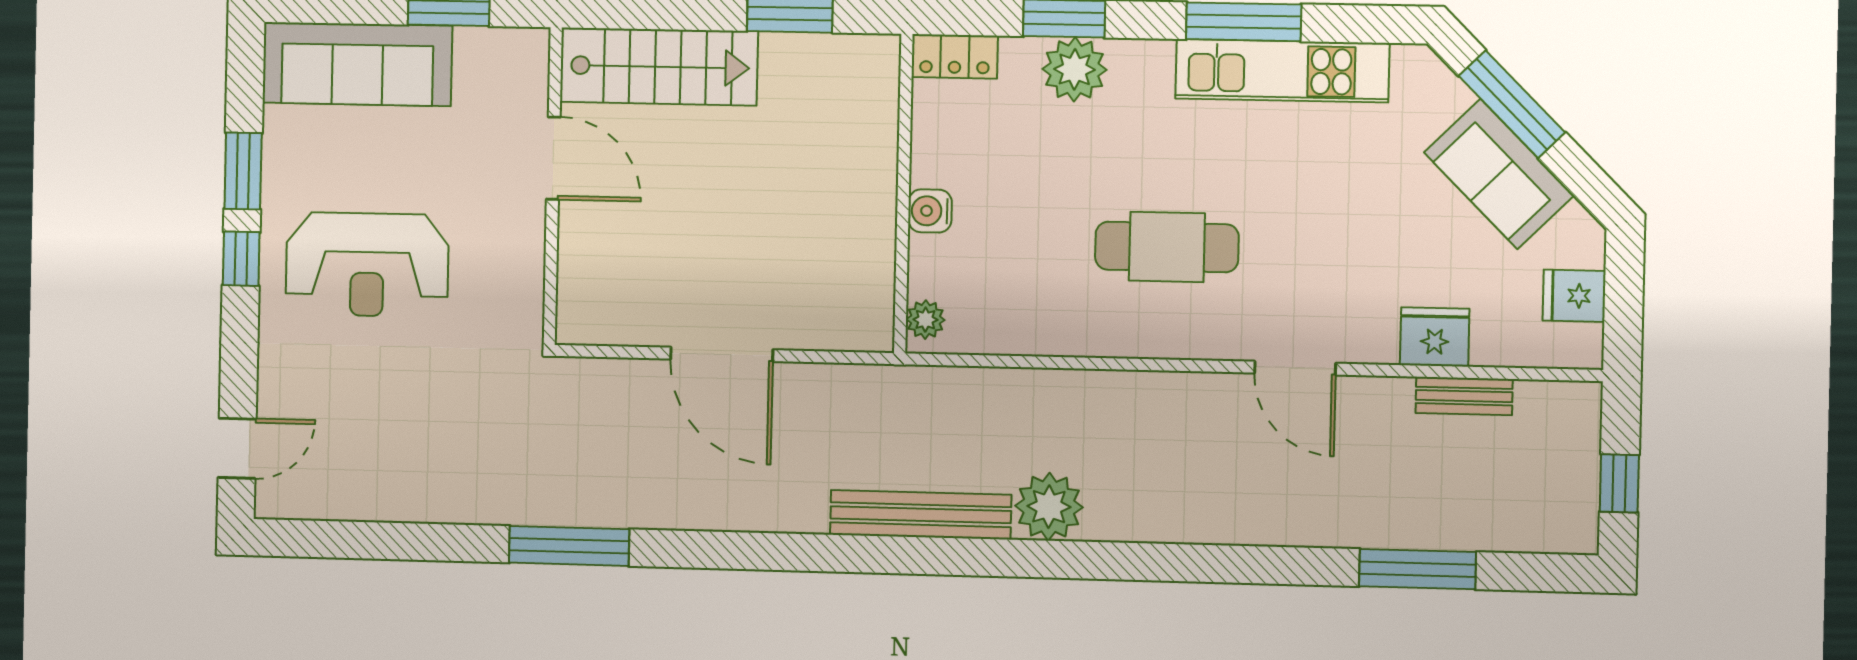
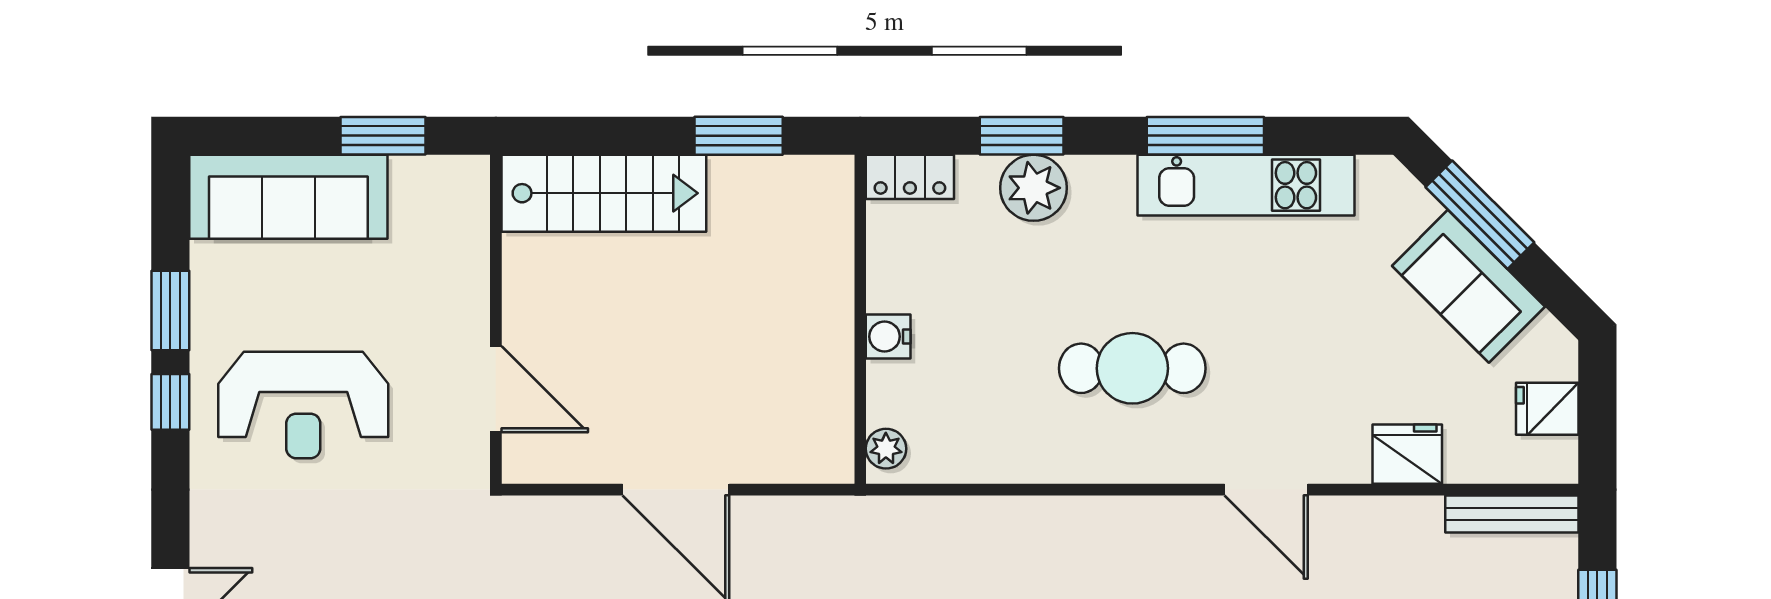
door: (553, 158) -> (496, 389), moved
bench: (1464, 396) -> (1512, 514), moved, width x1.36

